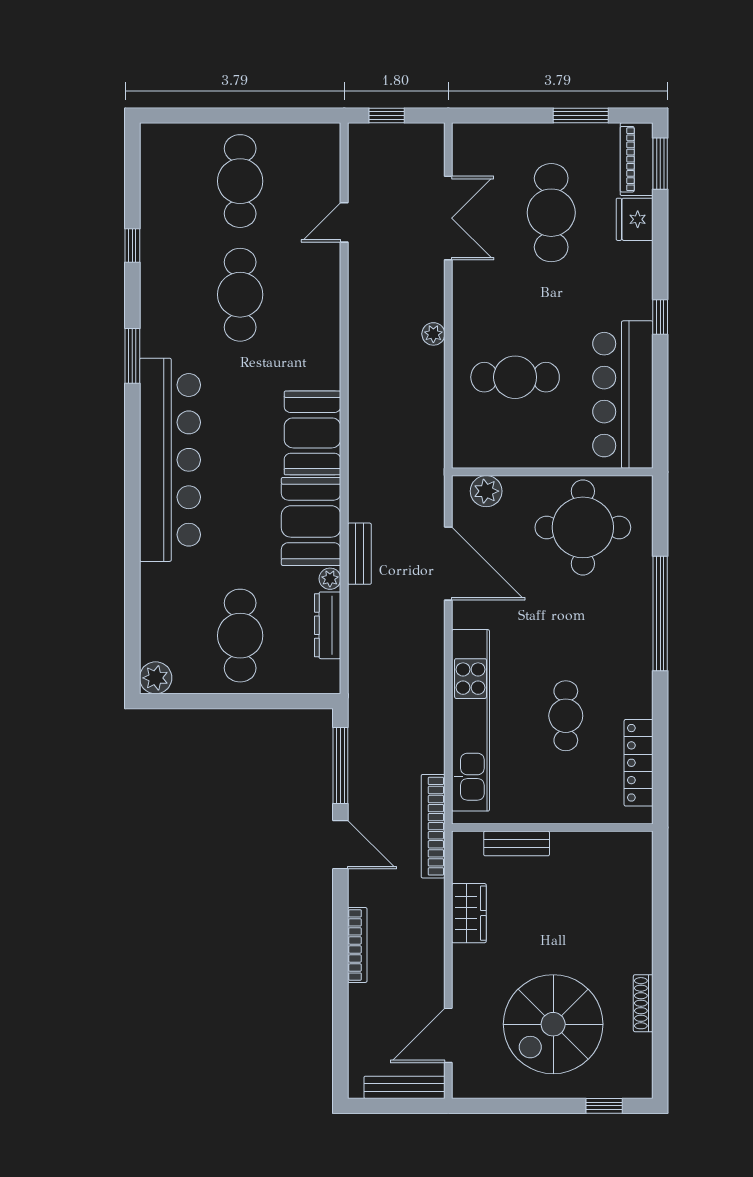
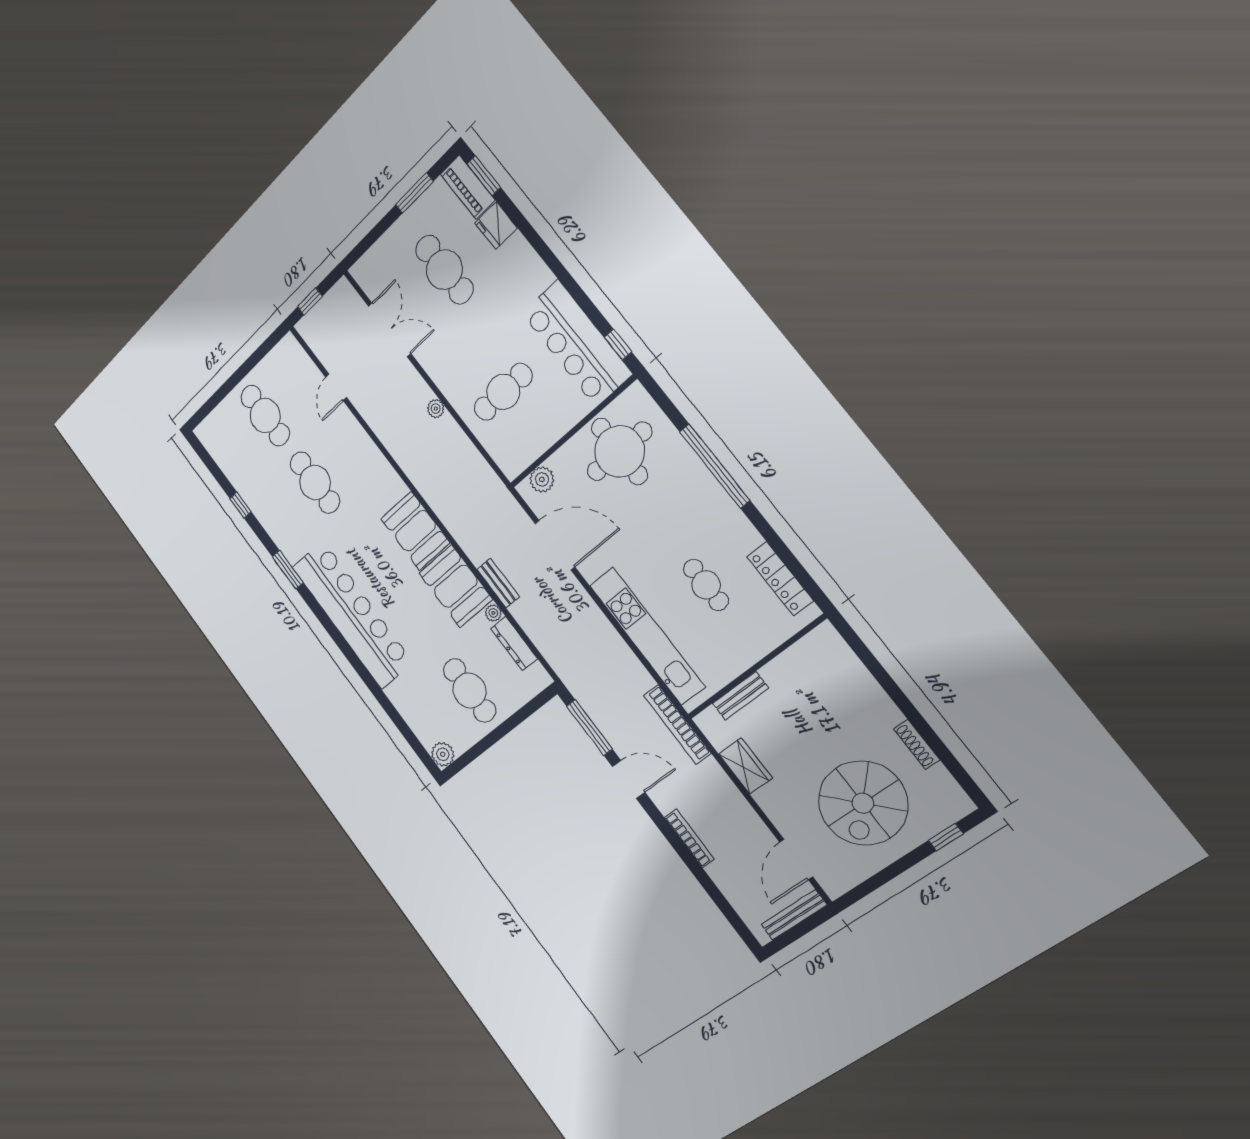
window: (660, 317) -> (618, 345), moved

